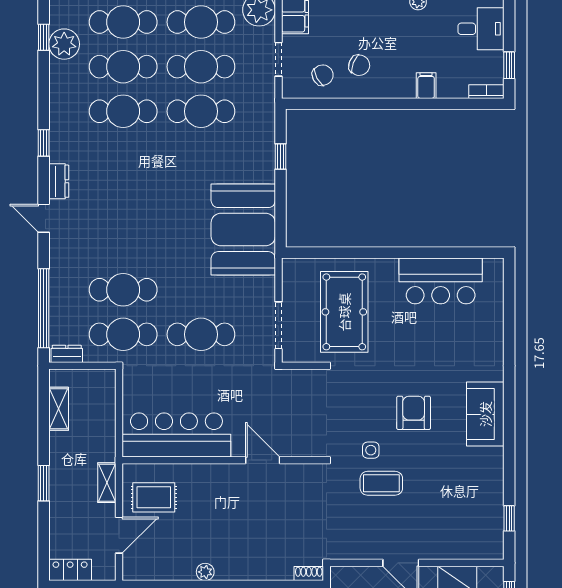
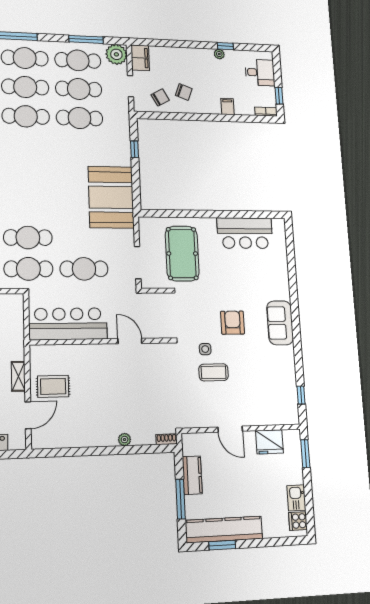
bar counter: (176, 435) -> (68, 324), moved
wall: (223, 460) -> (102, 341), moved
door: (263, 460) -> (130, 341), moved
plant: (205, 572) -> (125, 440), moved

